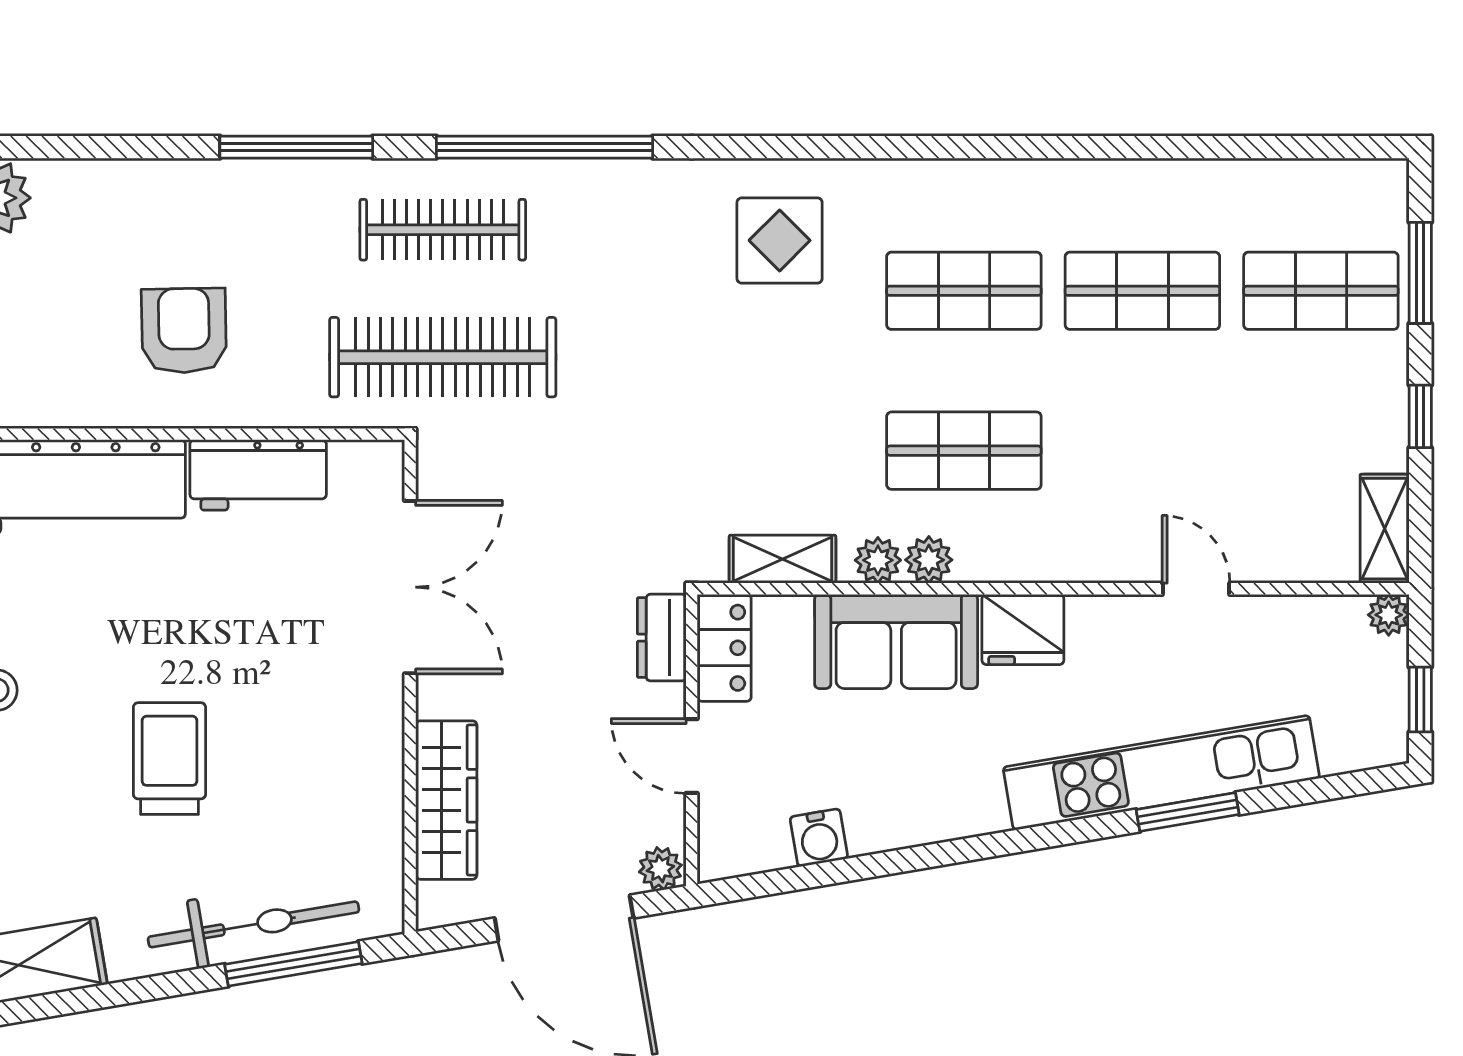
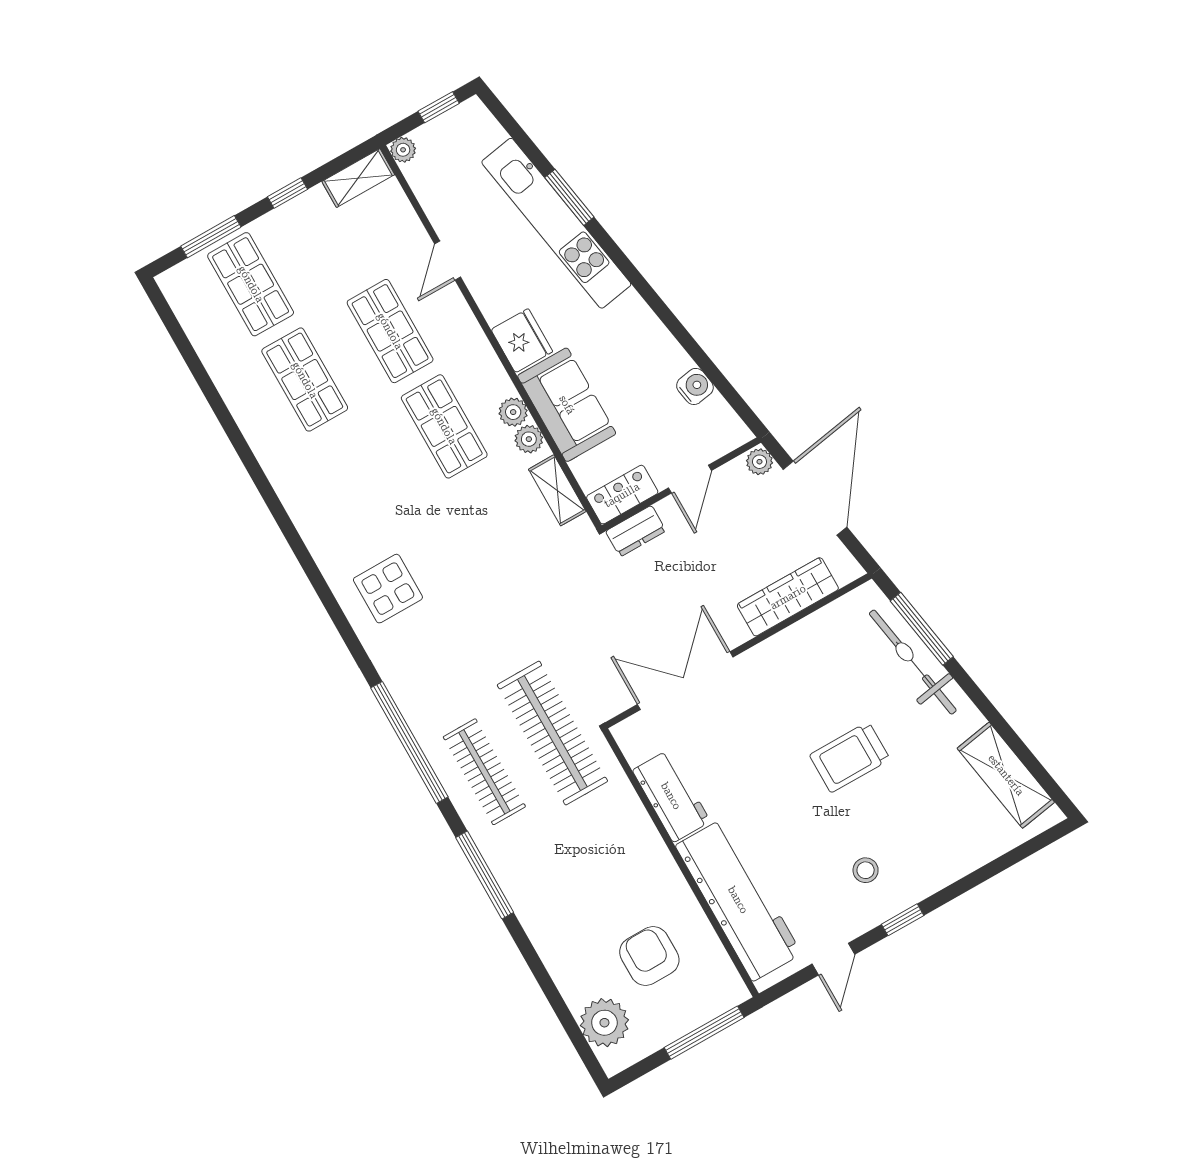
shop shelf: (964, 291) -> (390, 331), moved
armchair: (184, 331) -> (649, 956), moved, turned 91

